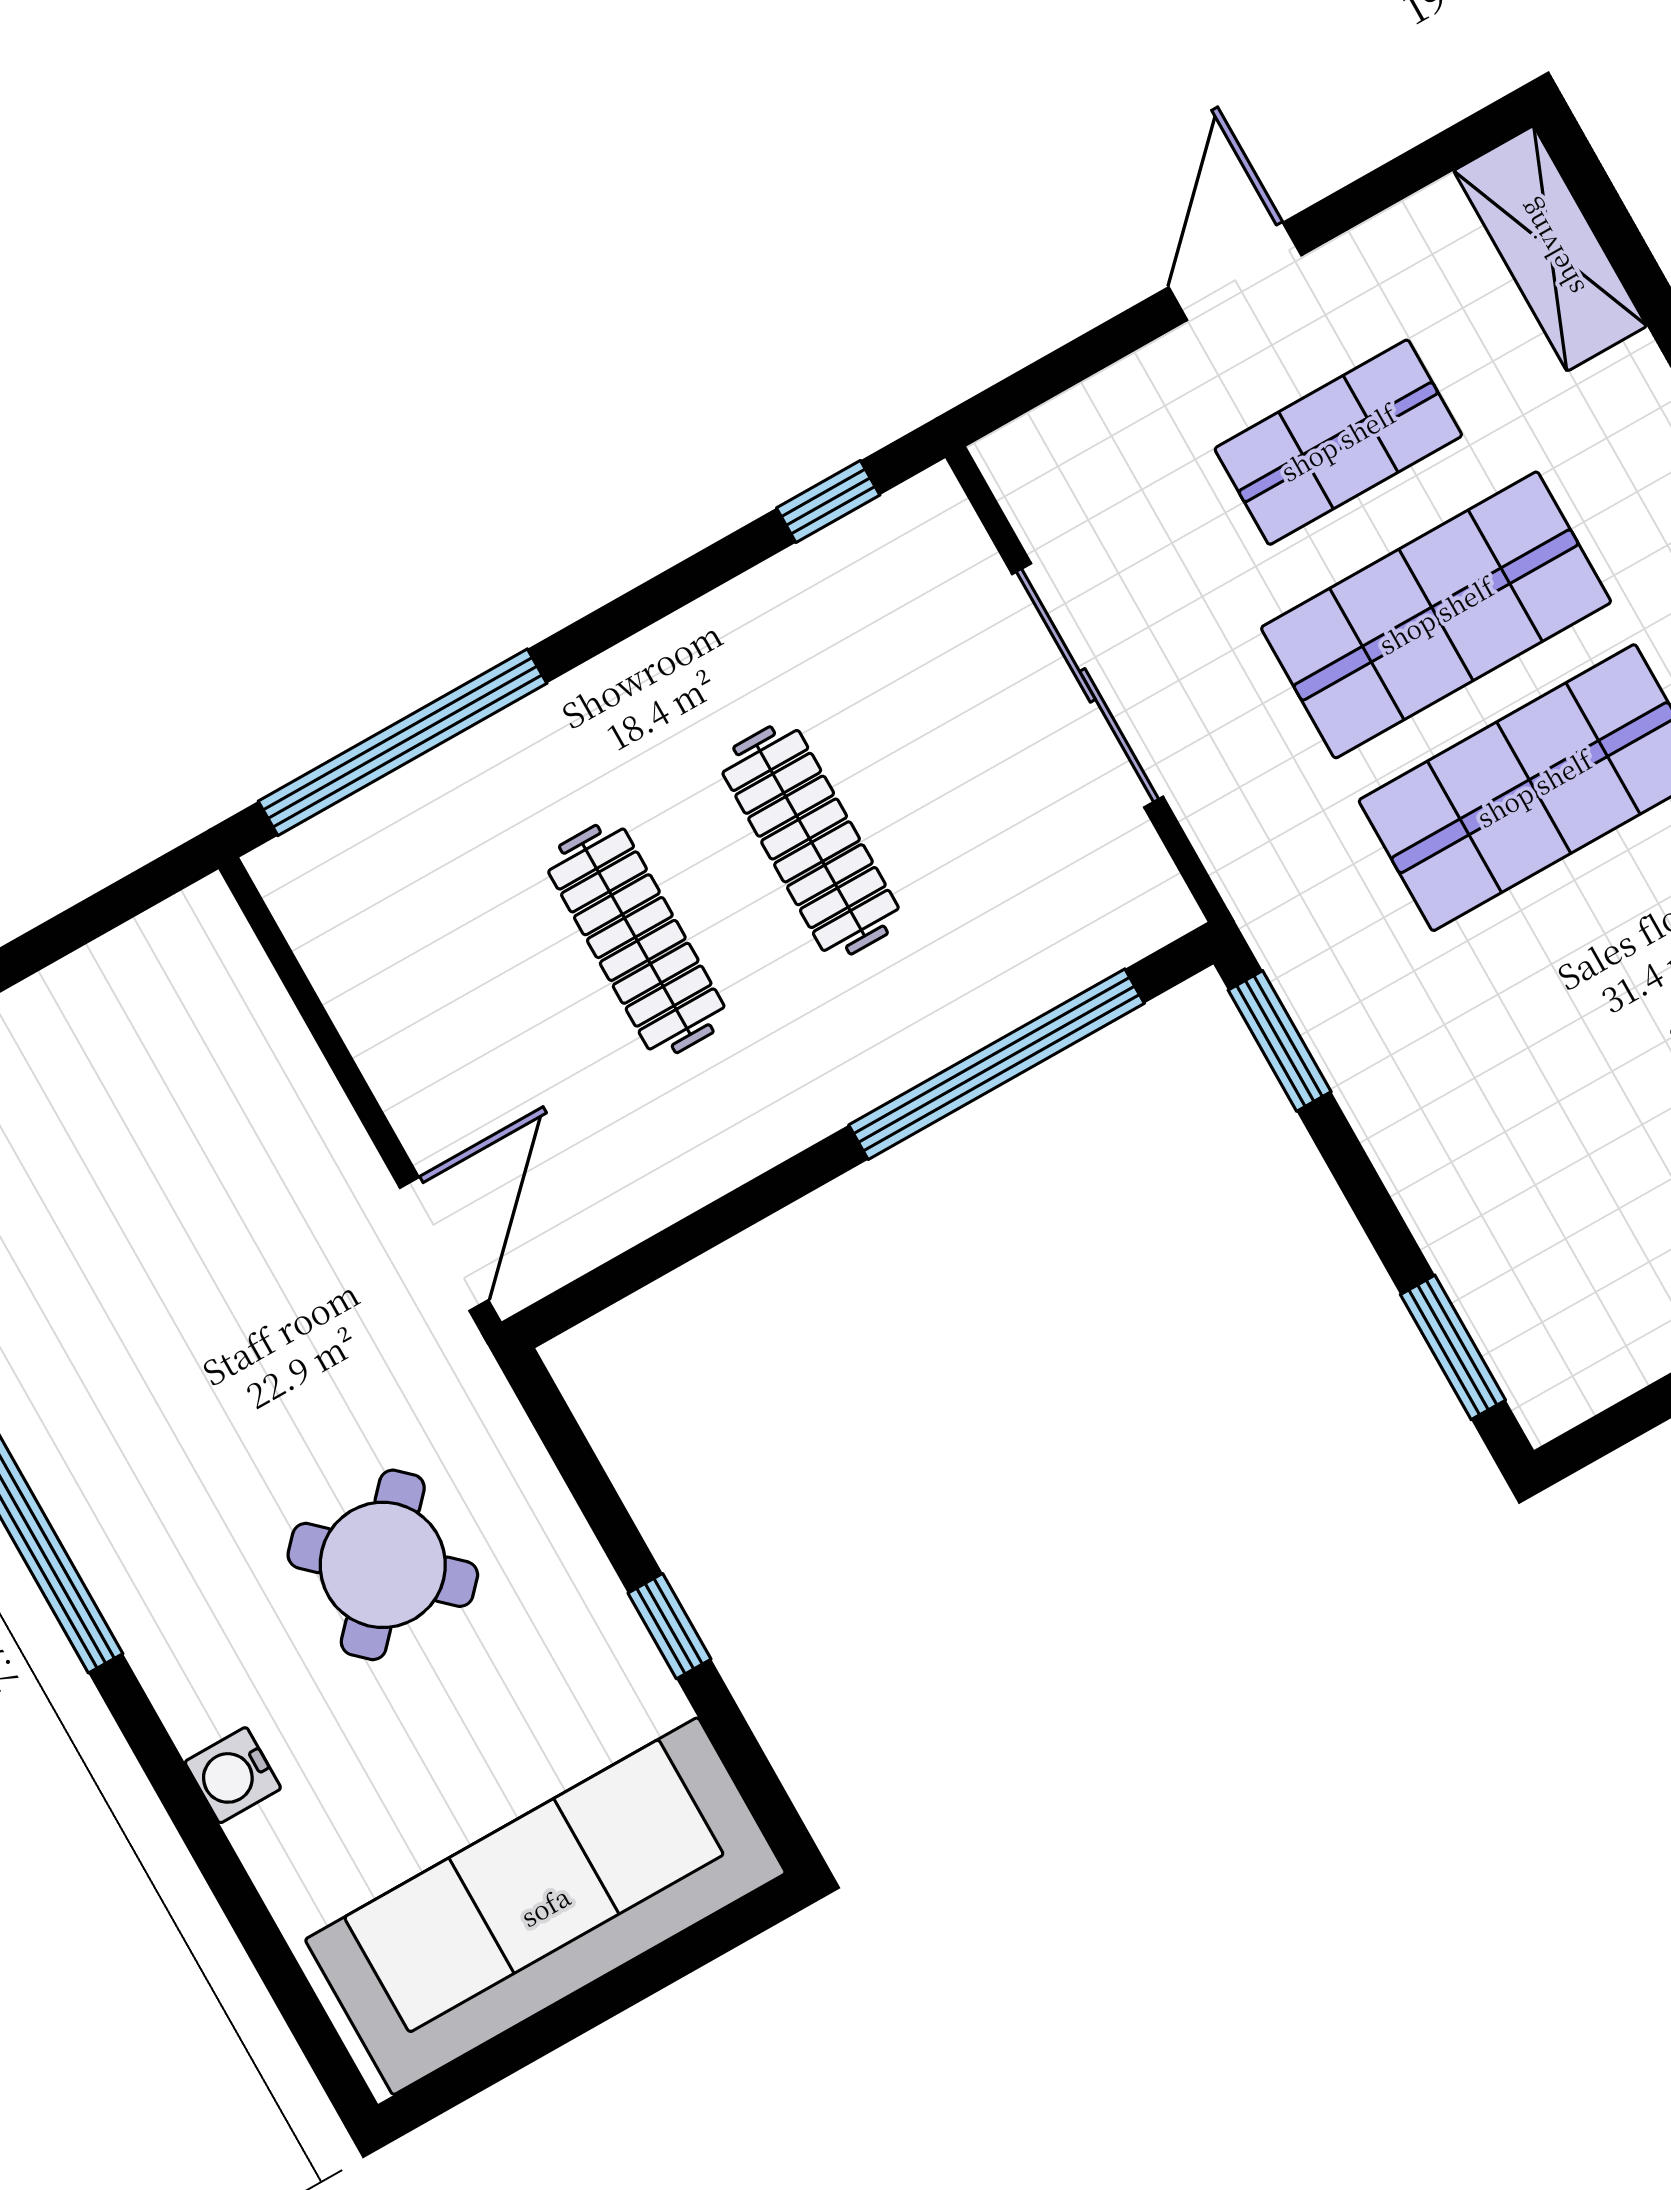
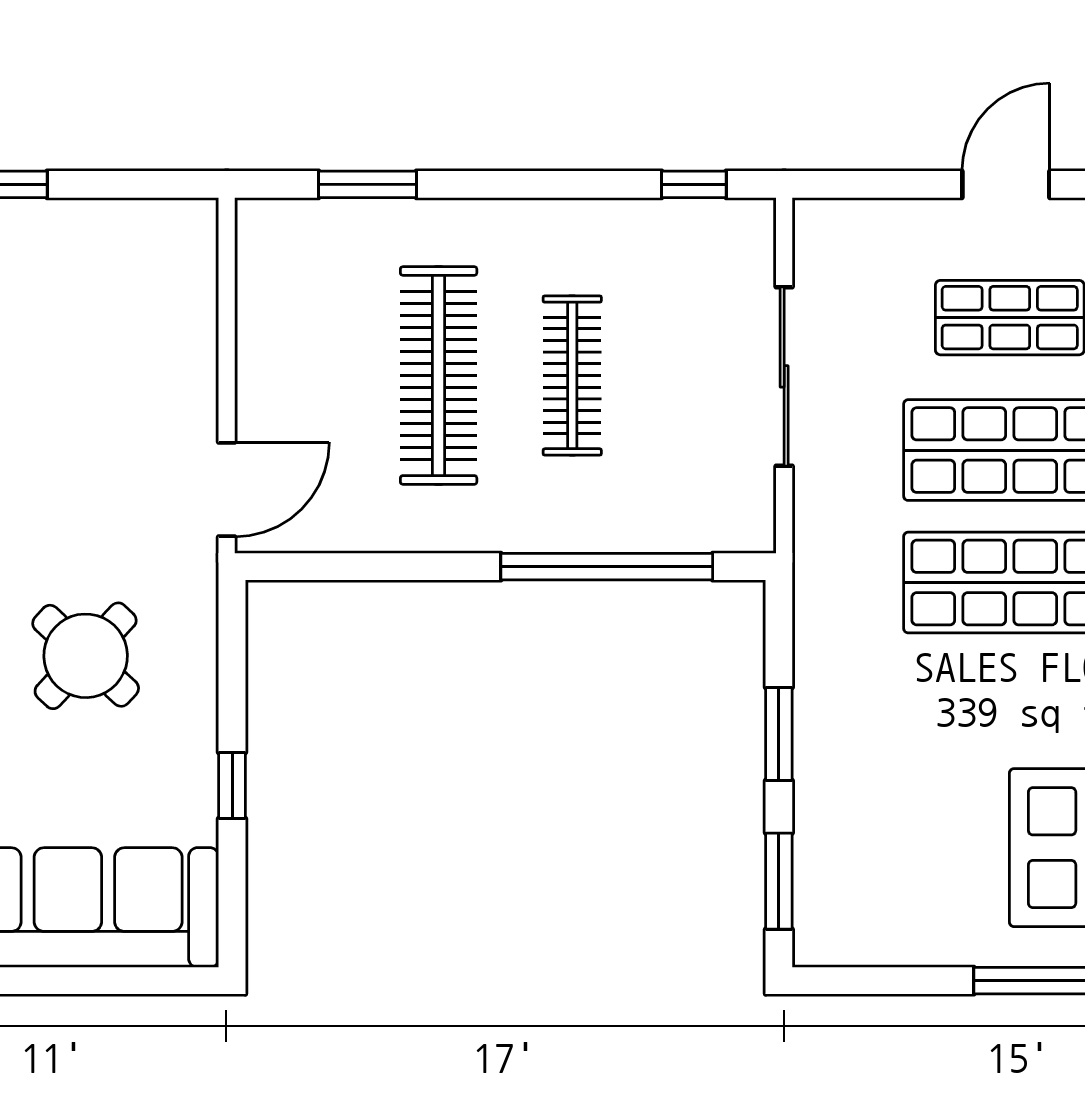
window: (403, 742) -> (367, 184), width x0.47
clothes rail: (636, 939) -> (439, 375), width x1.37, depth x1.31
window: (1280, 1041) -> (779, 734), moved

